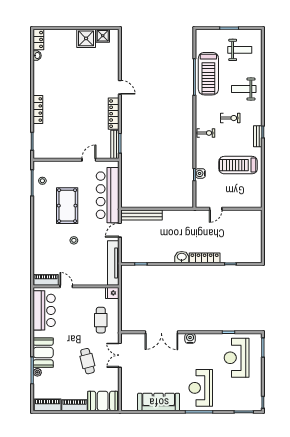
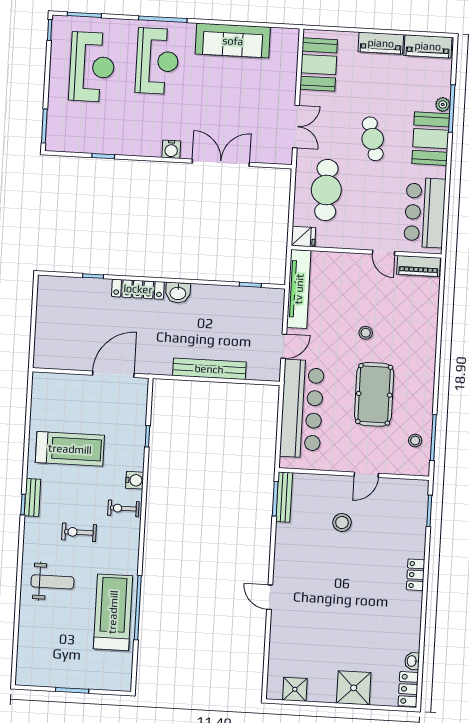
shower: (86, 38) -> (354, 688), moved
weight bench: (240, 50) -> (56, 651), removed
locker: (38, 109) -> (416, 575), width x0.66
locker: (114, 114) -> (283, 551), removed
stool: (81, 132) -> (342, 523), added
door: (89, 160) -> (366, 475), moved
water cooler: (200, 173) -> (135, 480), moved
door: (216, 209) -> (113, 374), width x1.87
bench: (142, 215) -> (209, 369), moved
cafe table: (101, 320) -> (326, 190), width x1.37, depth x1.35
reception desk: (237, 358) -> (92, 67), moved
cafe table: (87, 361) -> (373, 139), moved
booth: (103, 401) -> (319, 65), moved, turned 90

